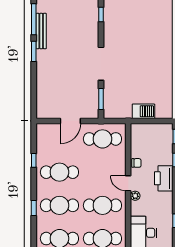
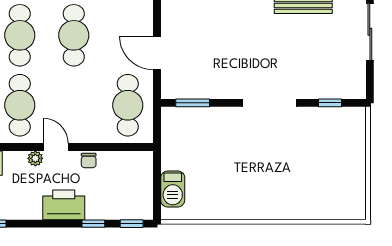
doorway: (101, 64) -> (269, 103), moved
barbecue: (143, 111) -> (173, 189), moved
door: (128, 183) -> (56, 147), hinge flipped

